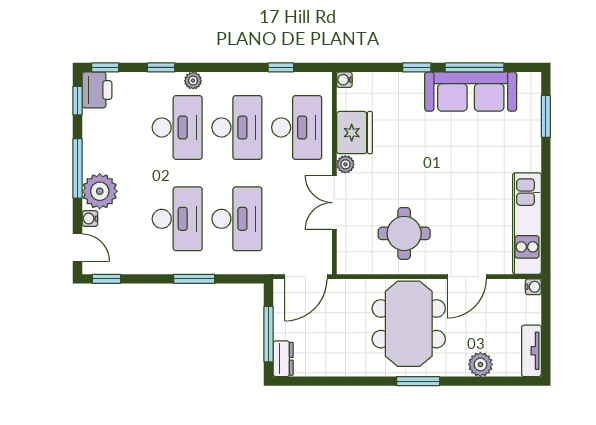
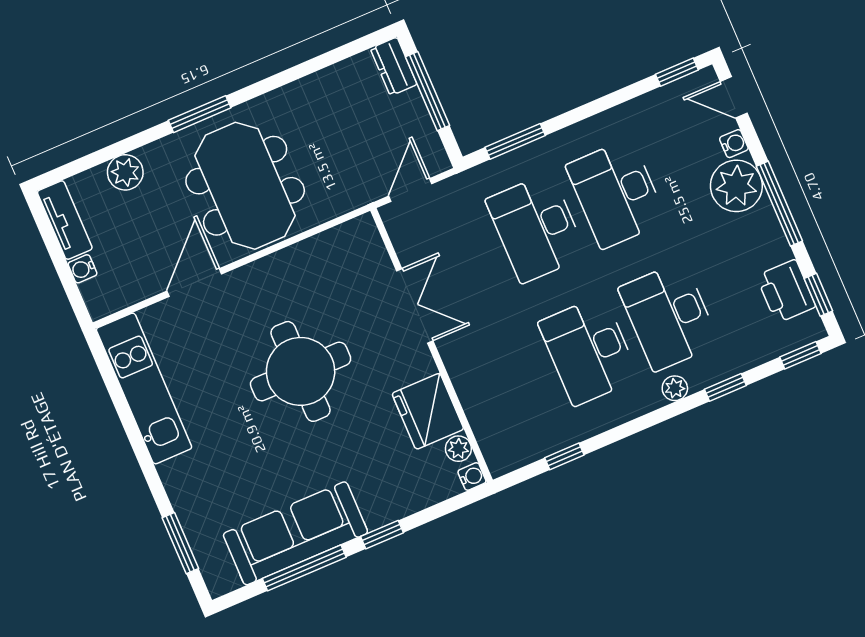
printer: (97, 90) -> (786, 291), moved
desk: (297, 127) -> (509, 385), removed
plant: (345, 164) -> (458, 449), moved
round table: (404, 233) -> (301, 371), moved, width x1.36, depth x1.36
door: (306, 277) -> (410, 190), width x0.73
window: (194, 279) -> (515, 141), moved
water cooler: (533, 287) -> (83, 269), moved

